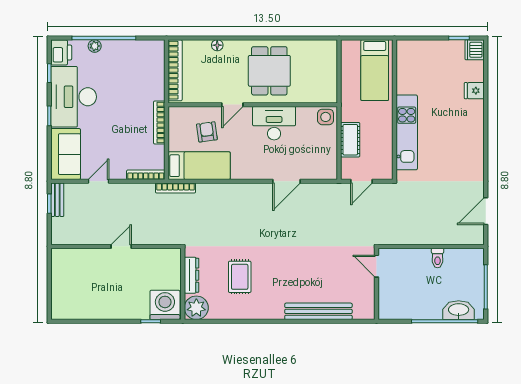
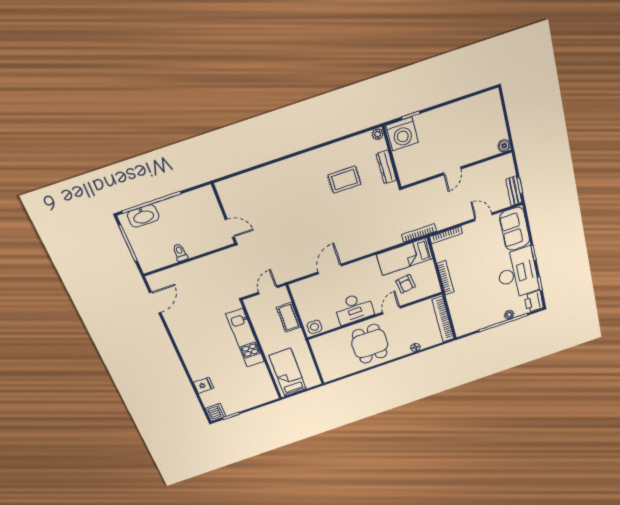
door: (98, 181) -> (483, 217), swing flipped
boiler: (58, 255) -> (504, 146), added
rug: (240, 277) -> (344, 180), turned 90
plant: (196, 308) -> (378, 134), width x0.53, depth x0.53
bench: (318, 311) -> (266, 173), removed

